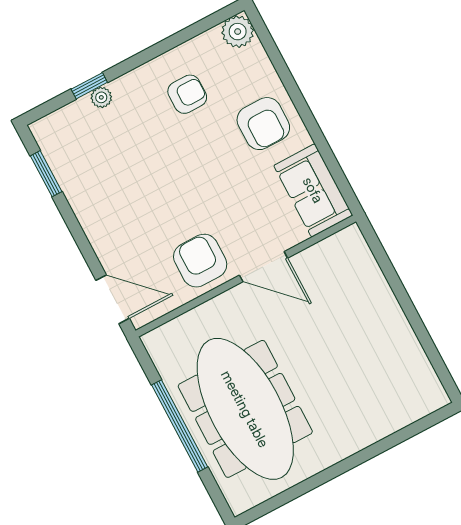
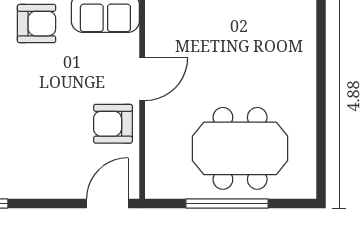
meeting table: (245, 409) -> (240, 148), width x0.73

